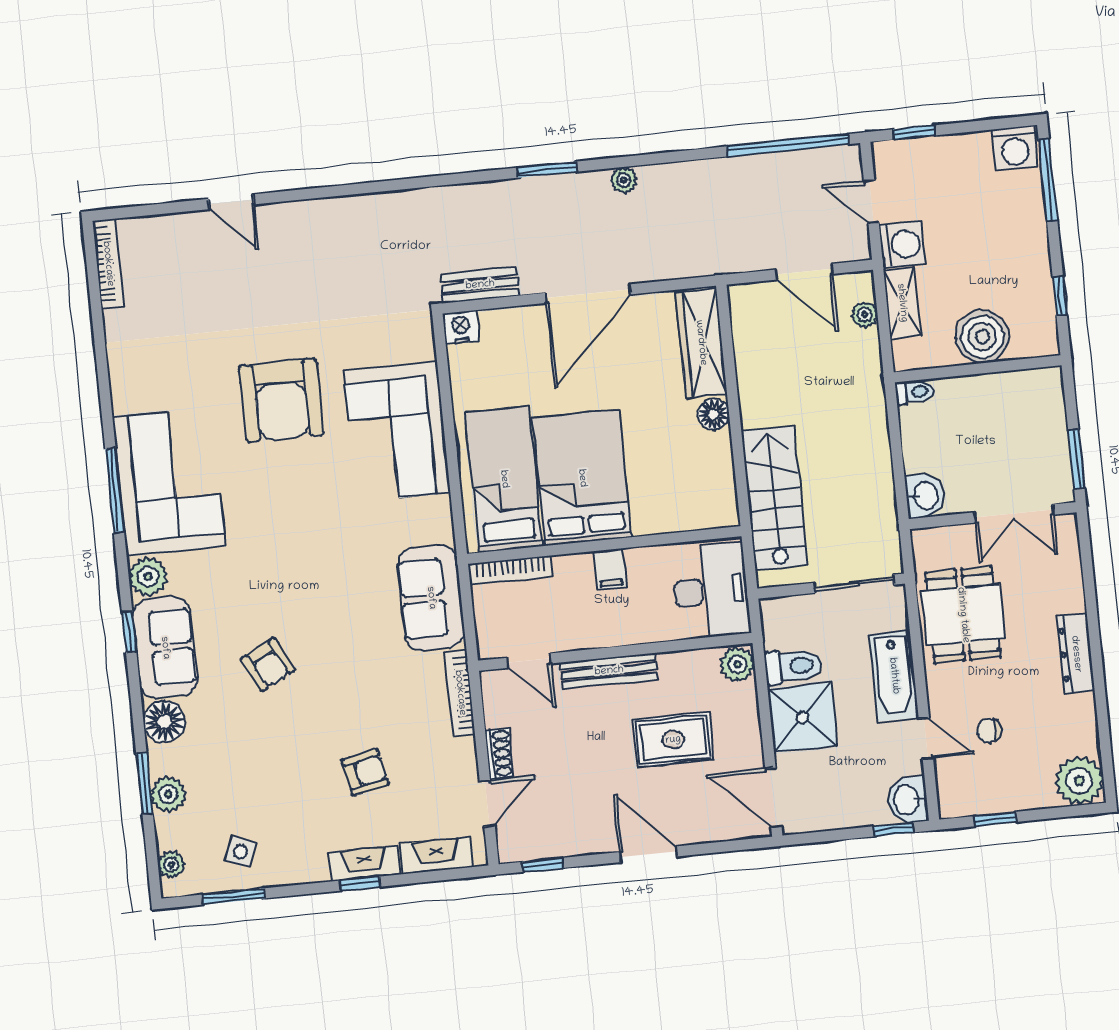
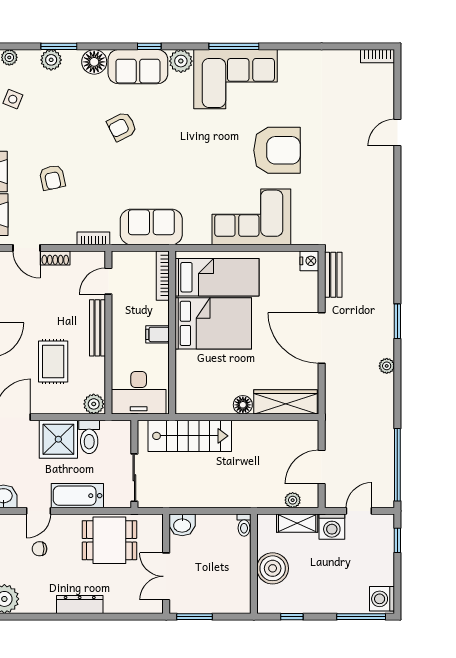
bookcase: (108, 264) -> (378, 56), width x0.64
armchair: (281, 400) -> (277, 150), turned 180
bookcase: (460, 693) -> (93, 238), width x0.64
chair: (989, 730) -> (39, 549), turned -90

